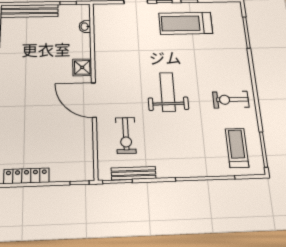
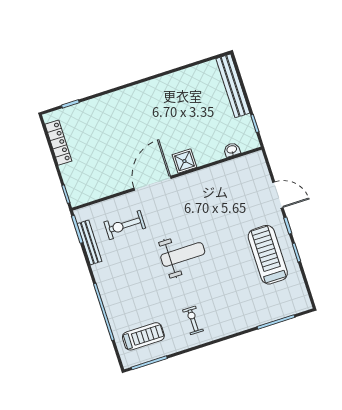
exercise bike: (231, 100) -> (193, 320), width x0.73, depth x0.72

